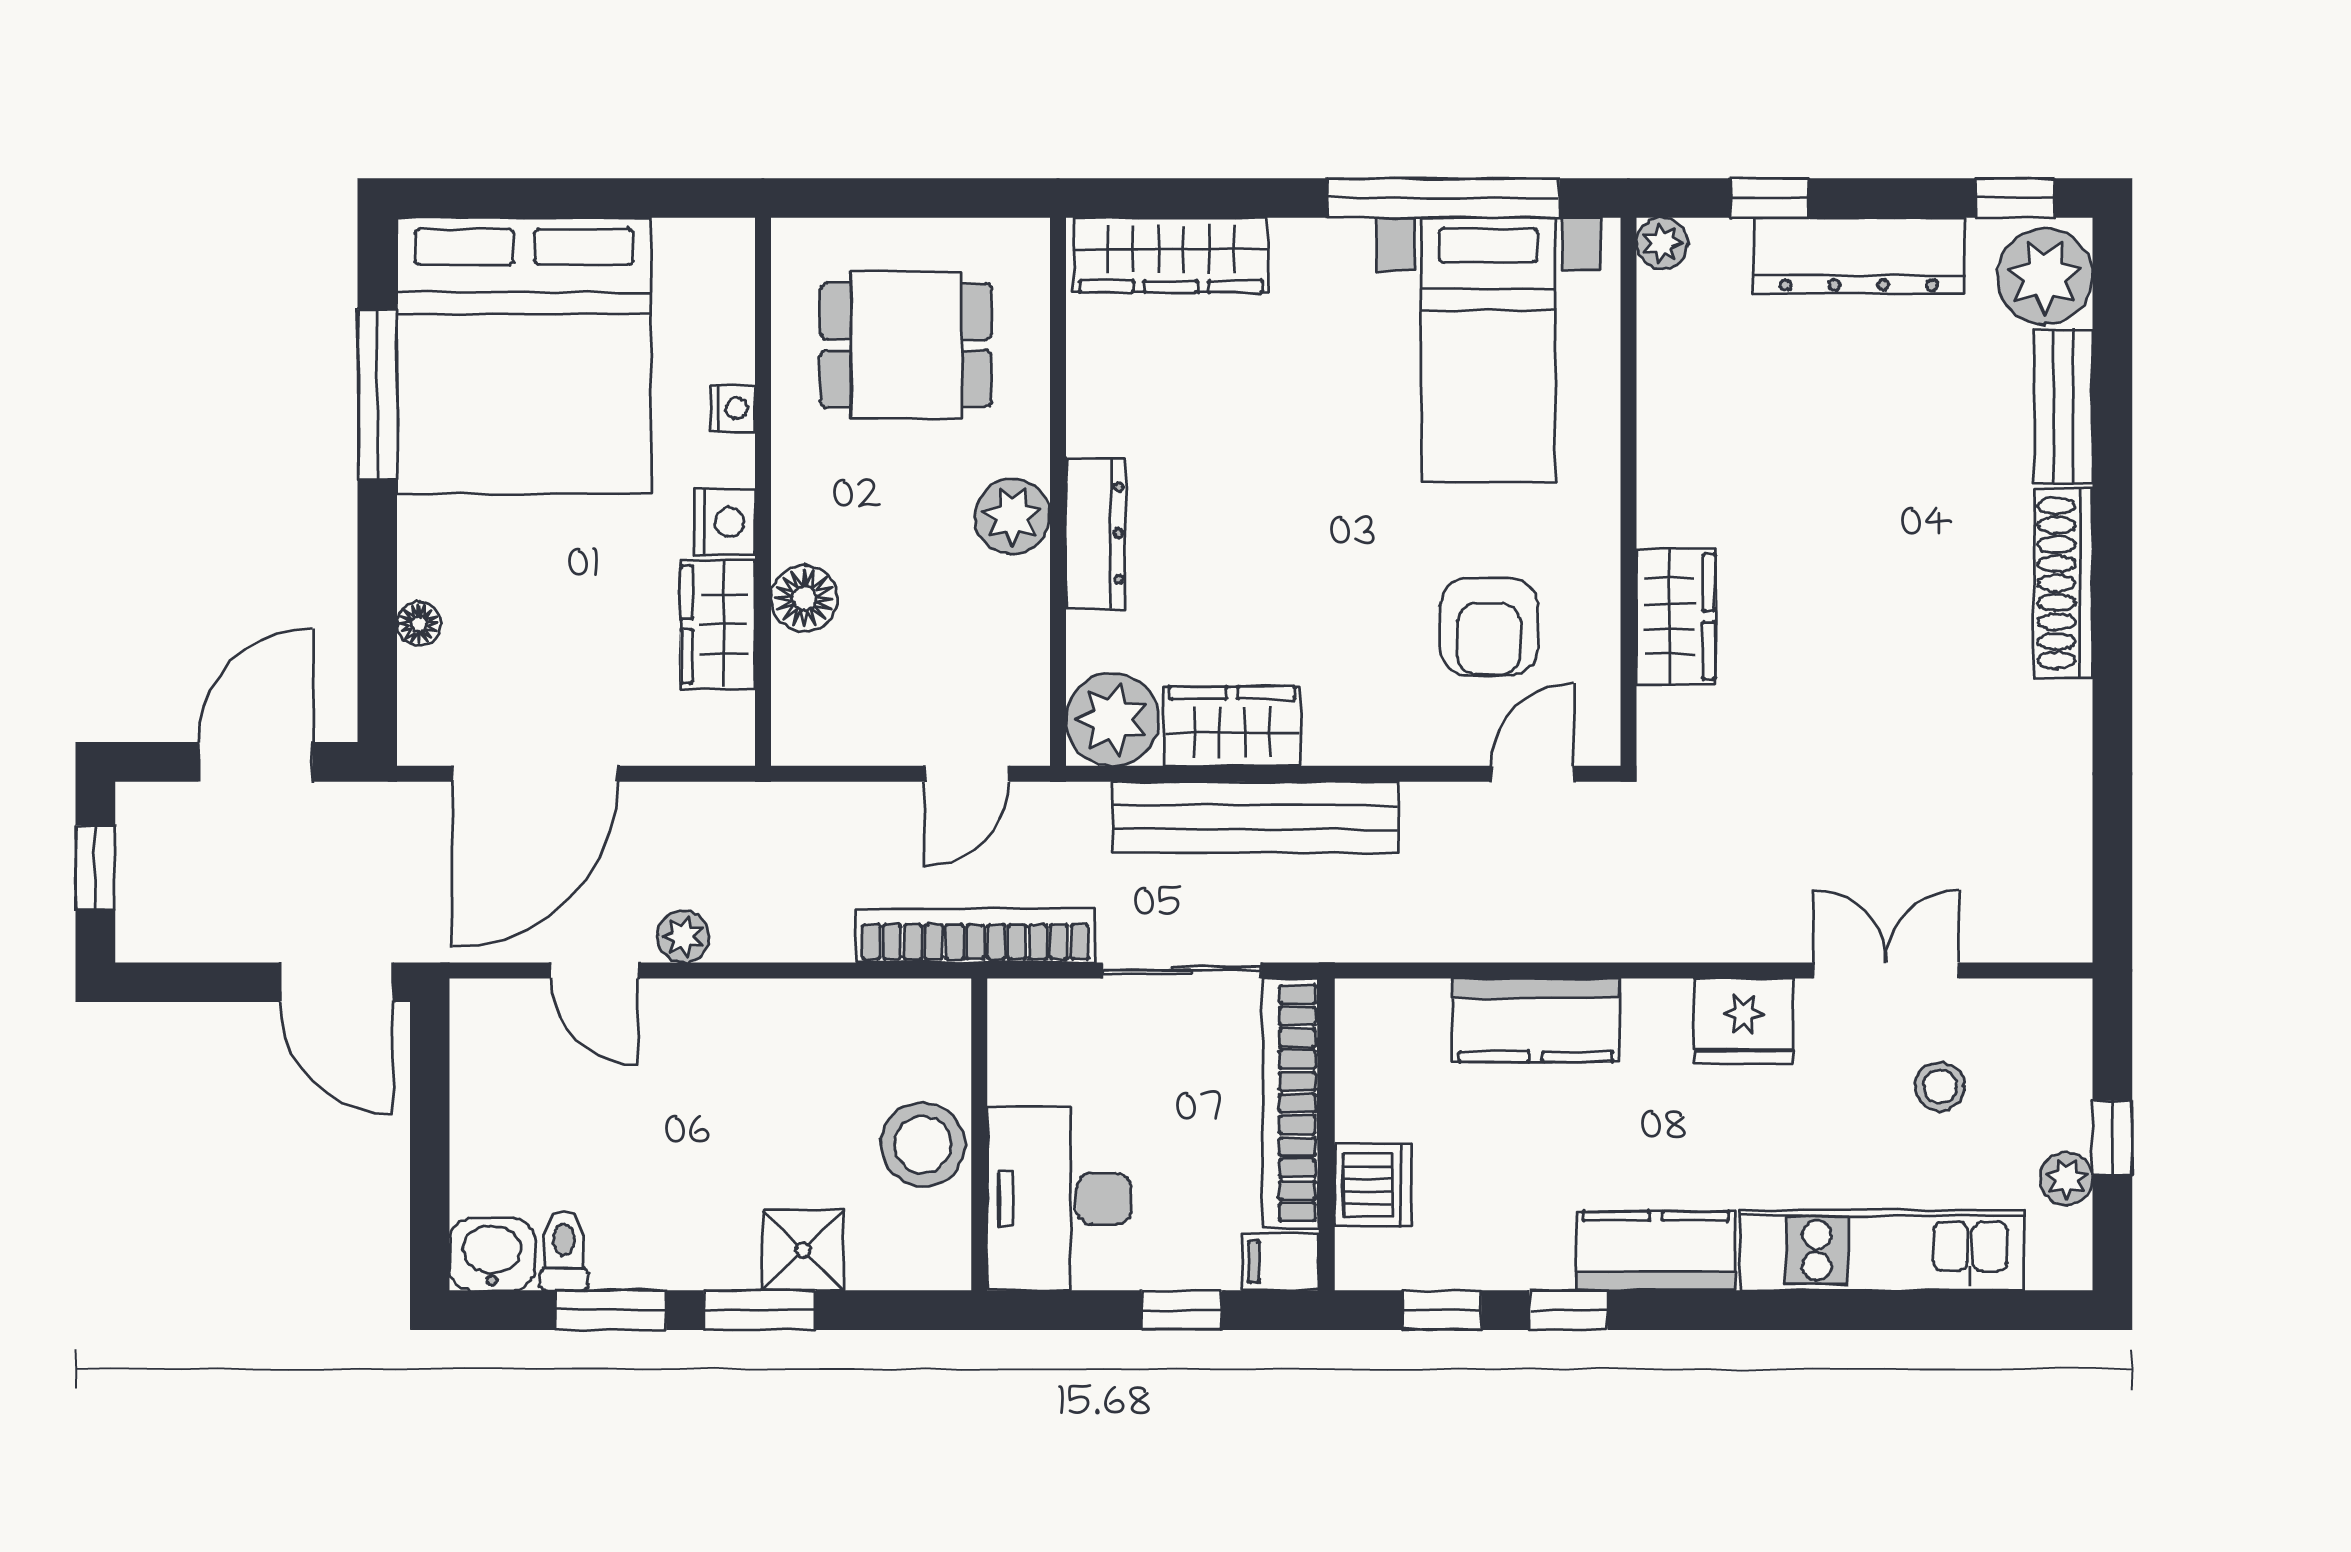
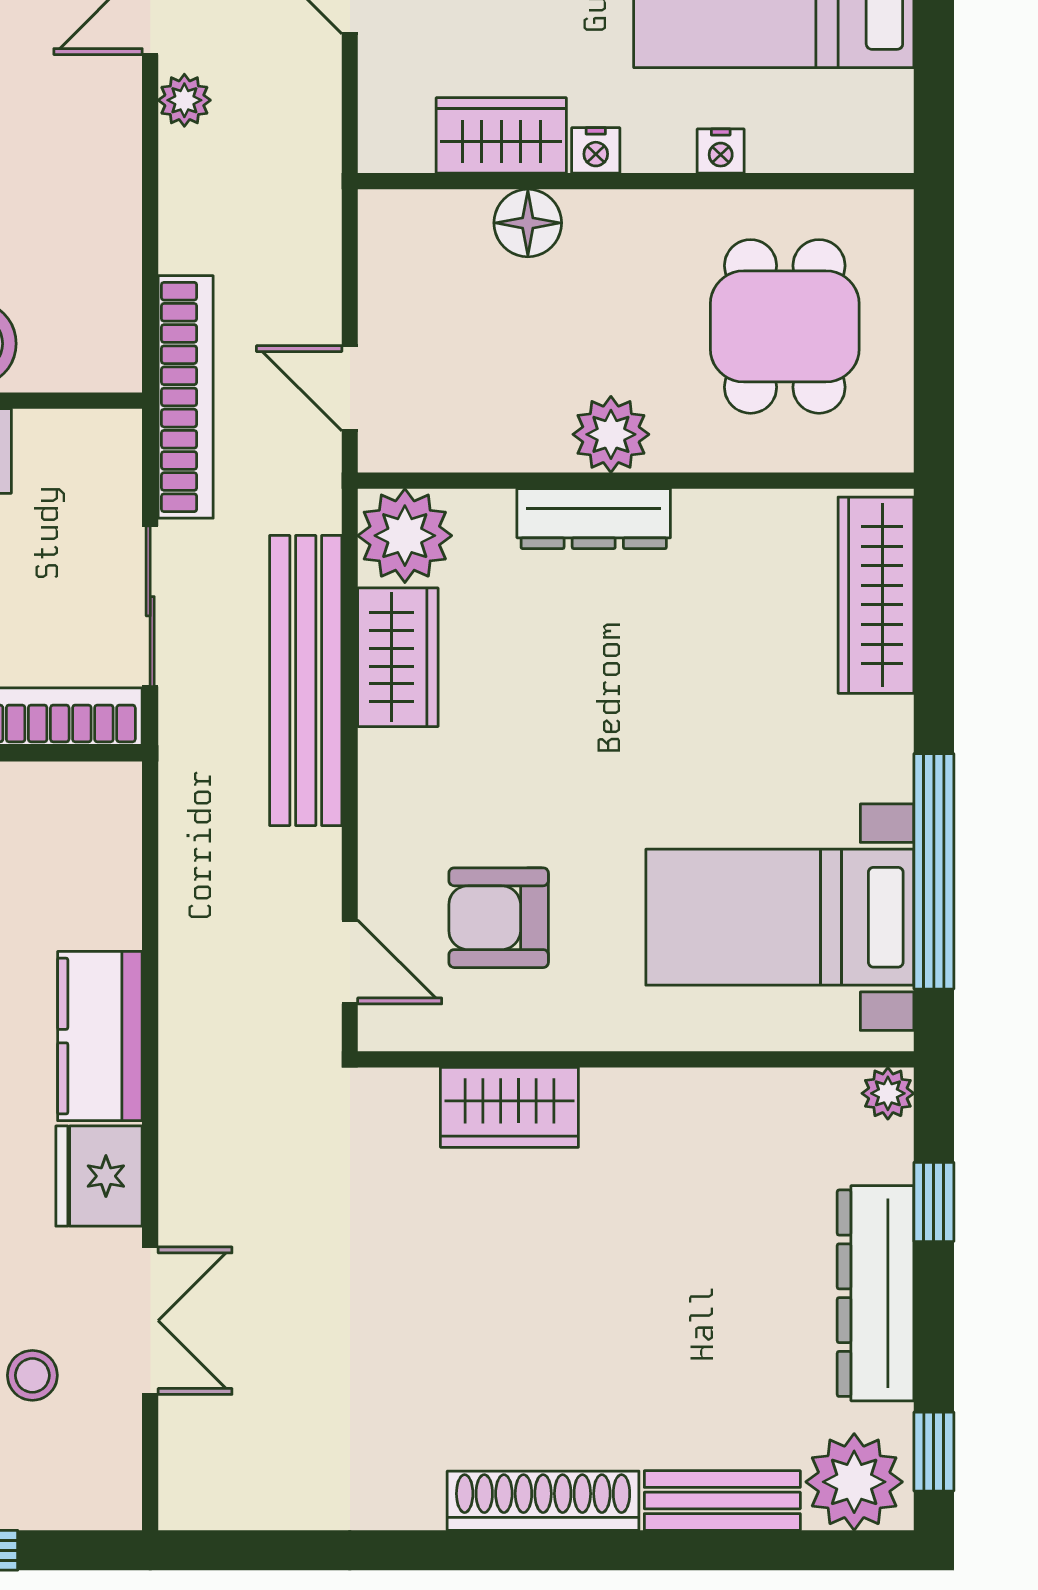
nightstand: (725, 522) -> (596, 150), width x0.72, depth x0.74
kitchen counter: (1536, 1020) -> (100, 1036), moved

